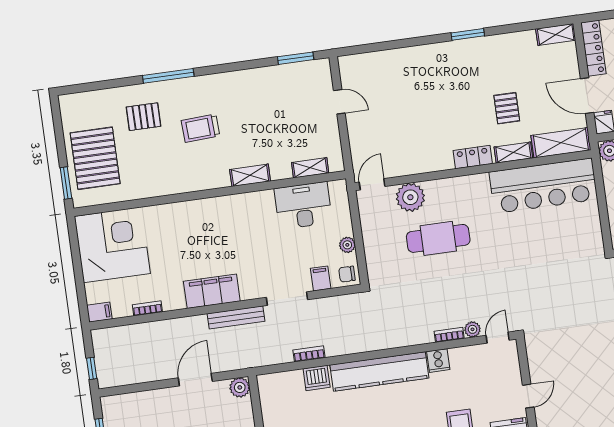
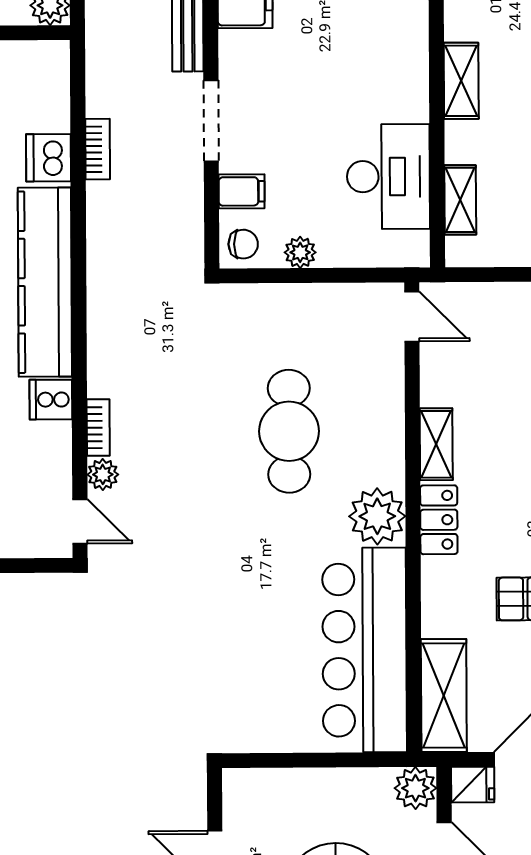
shelving: (513, 153) -> (436, 444), moved
plant: (410, 197) -> (377, 516), moved
chair: (347, 274) -> (243, 244), turned 90

